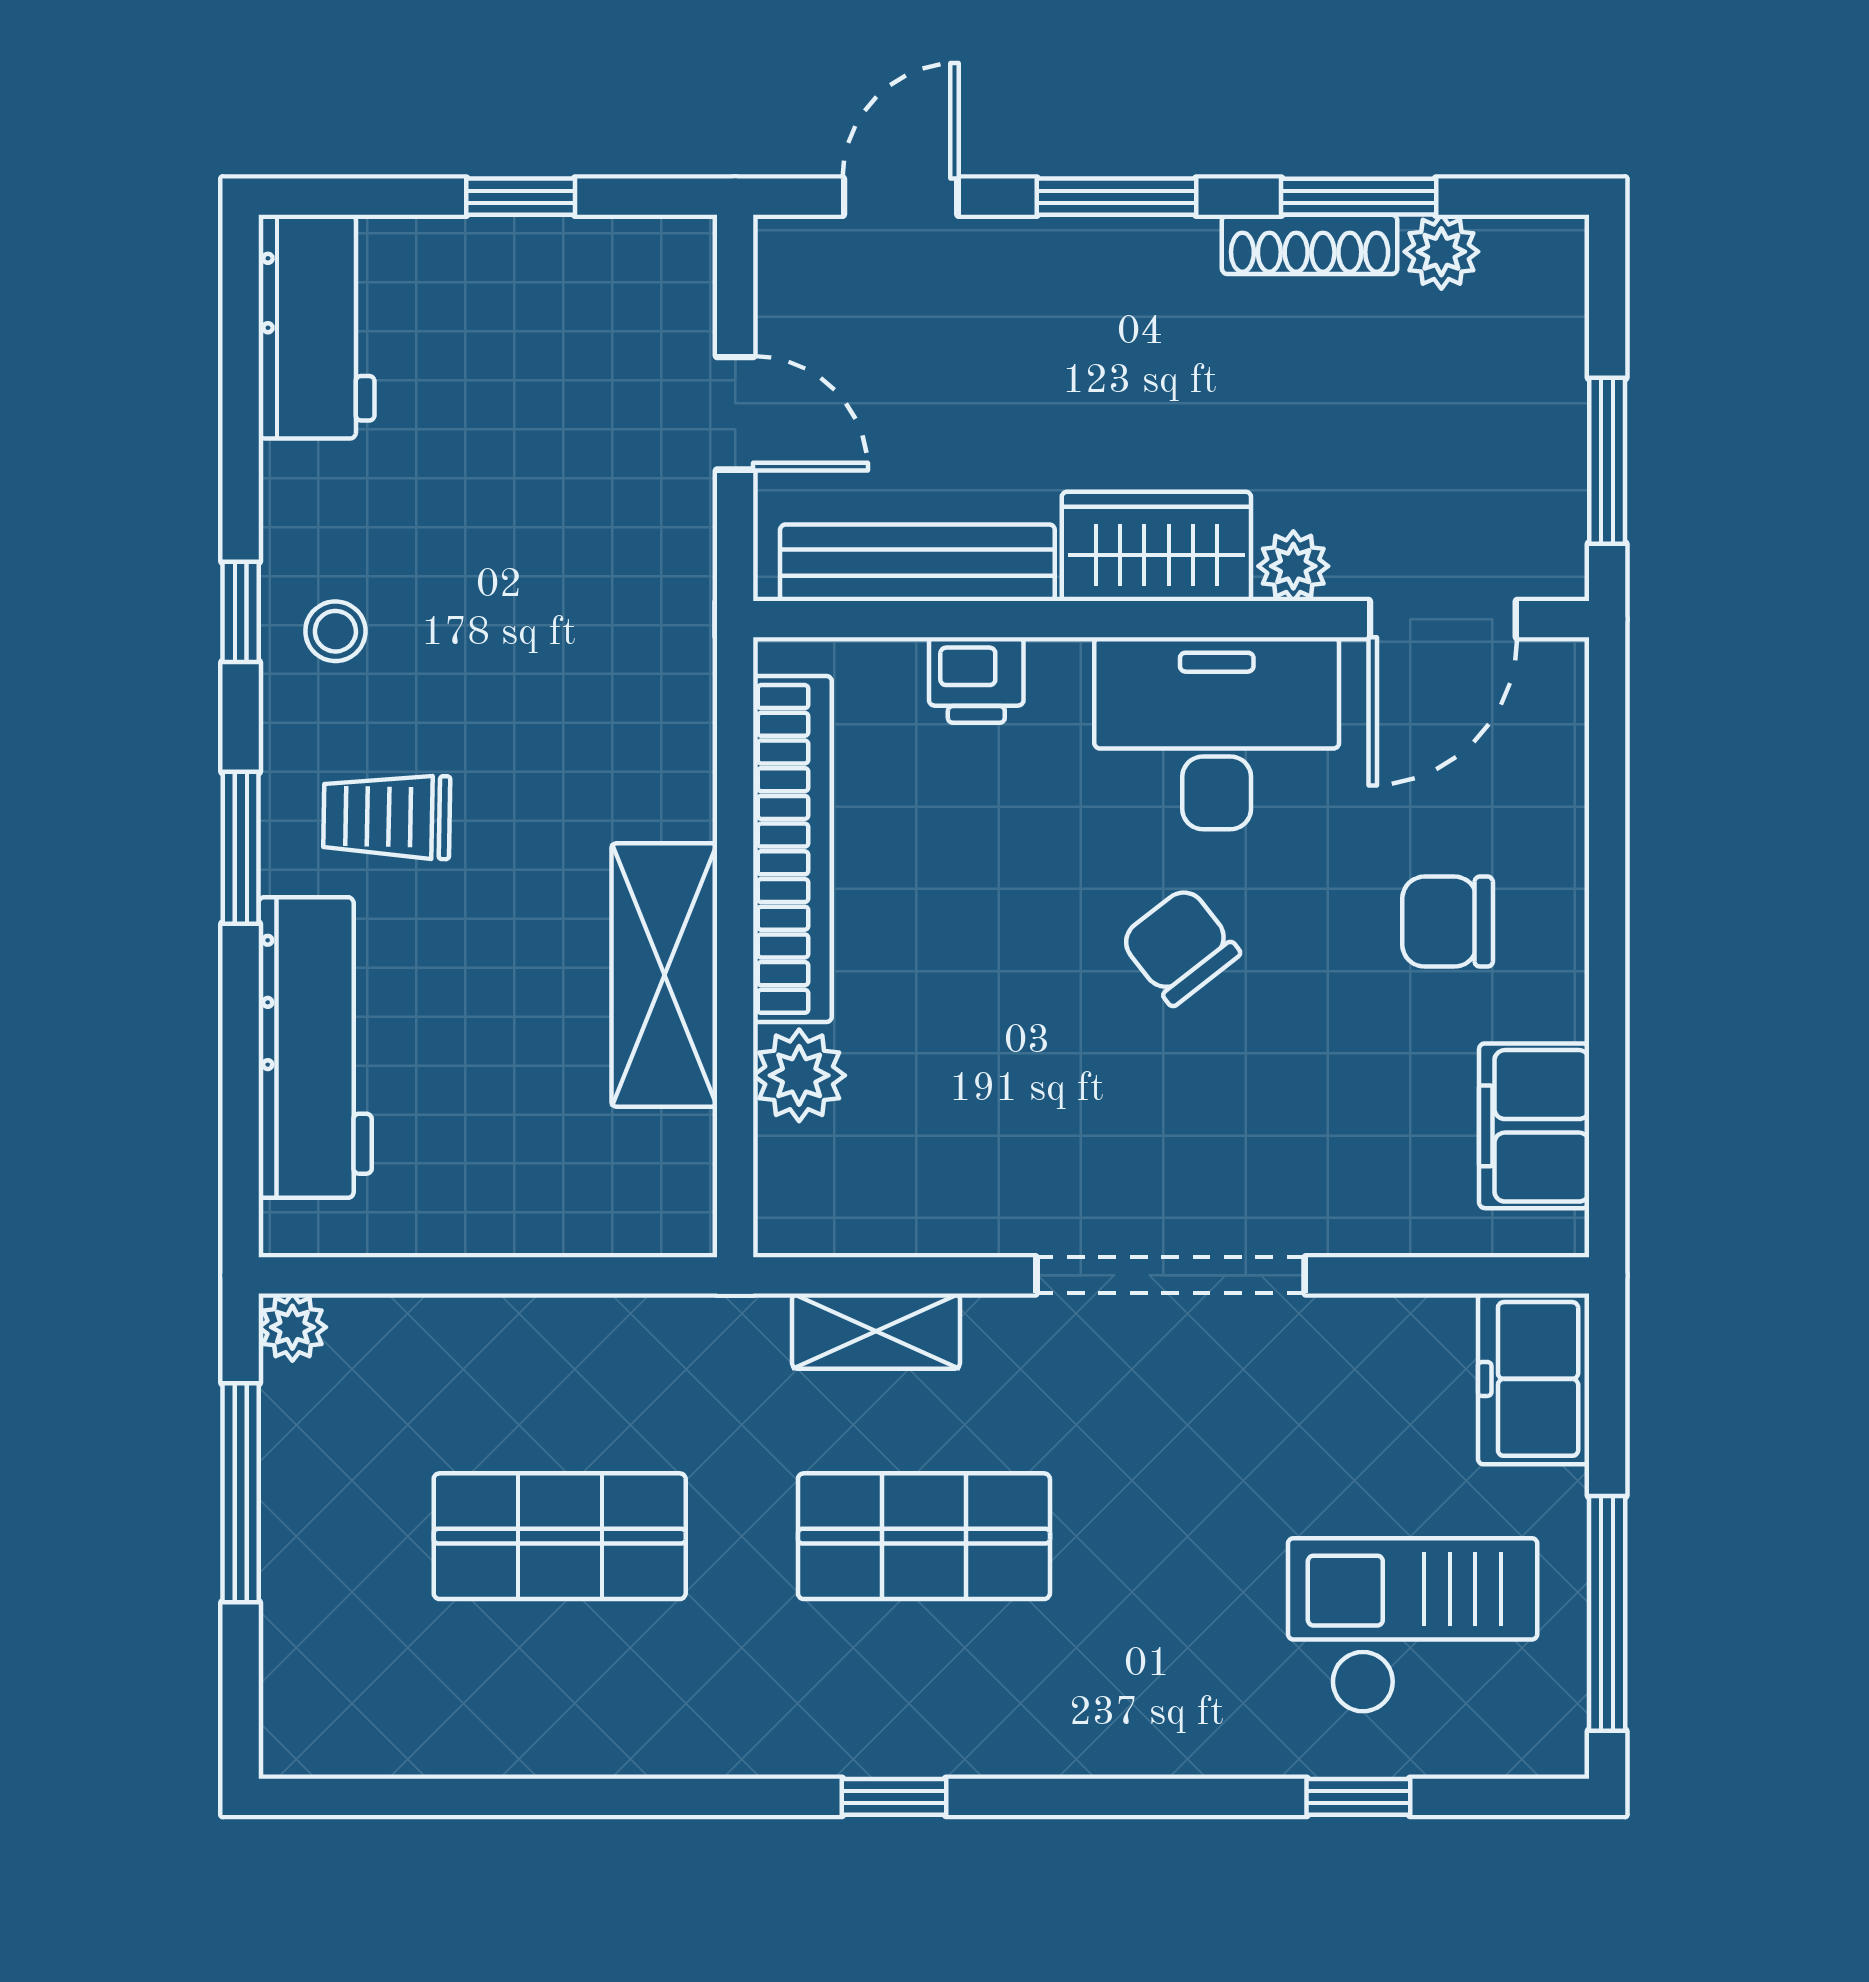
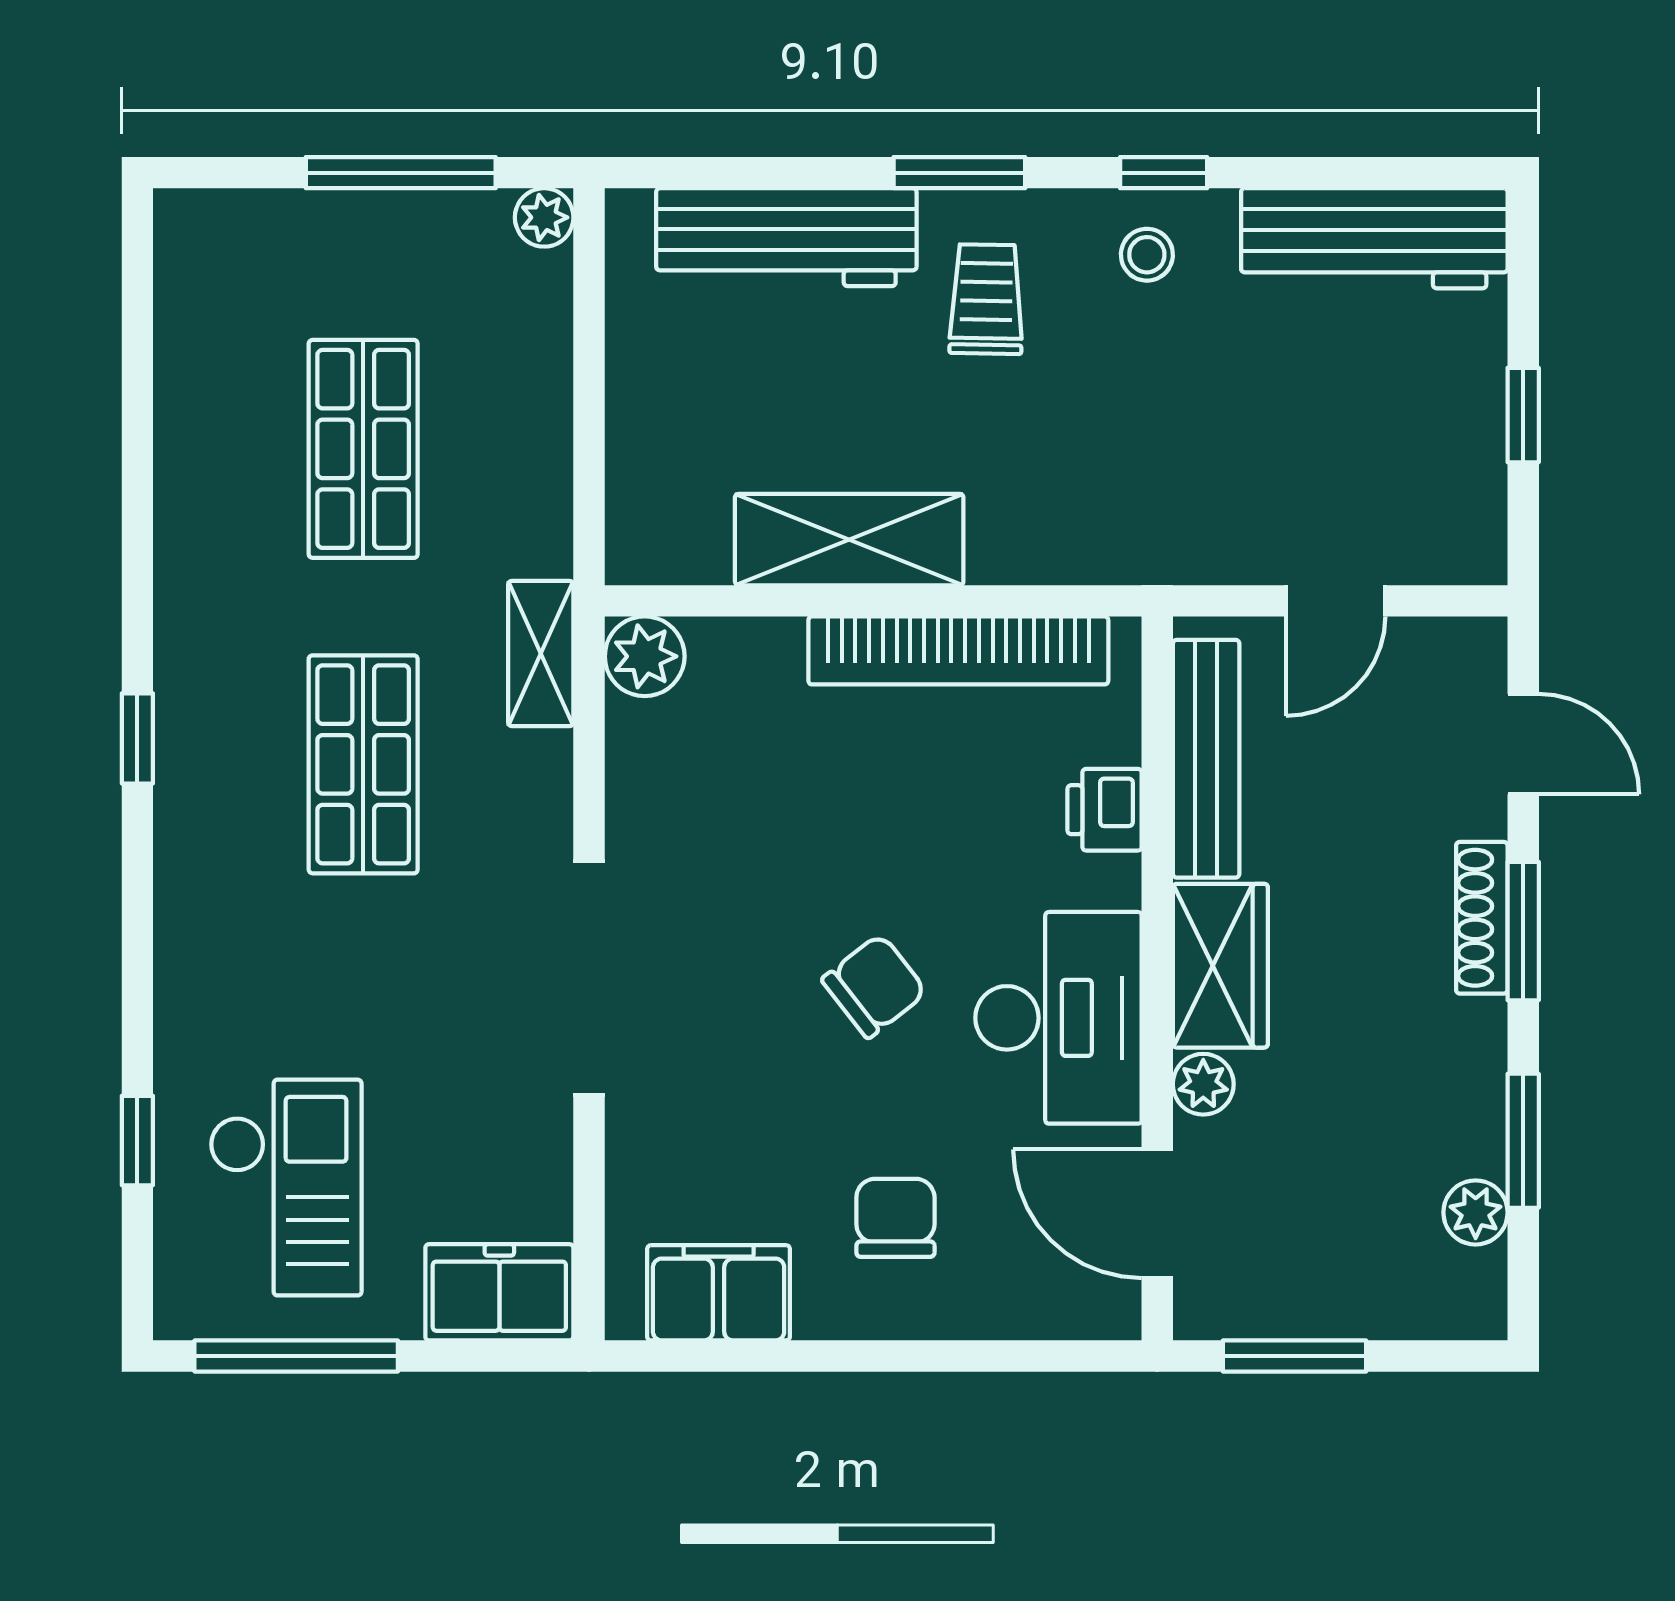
shoe rack: (1310, 244) -> (1482, 918), moved
workbench: (316, 327) -> (1374, 238), width x1.38
plant: (799, 1075) -> (645, 656), moved
shelving: (876, 1331) -> (541, 653), moved

